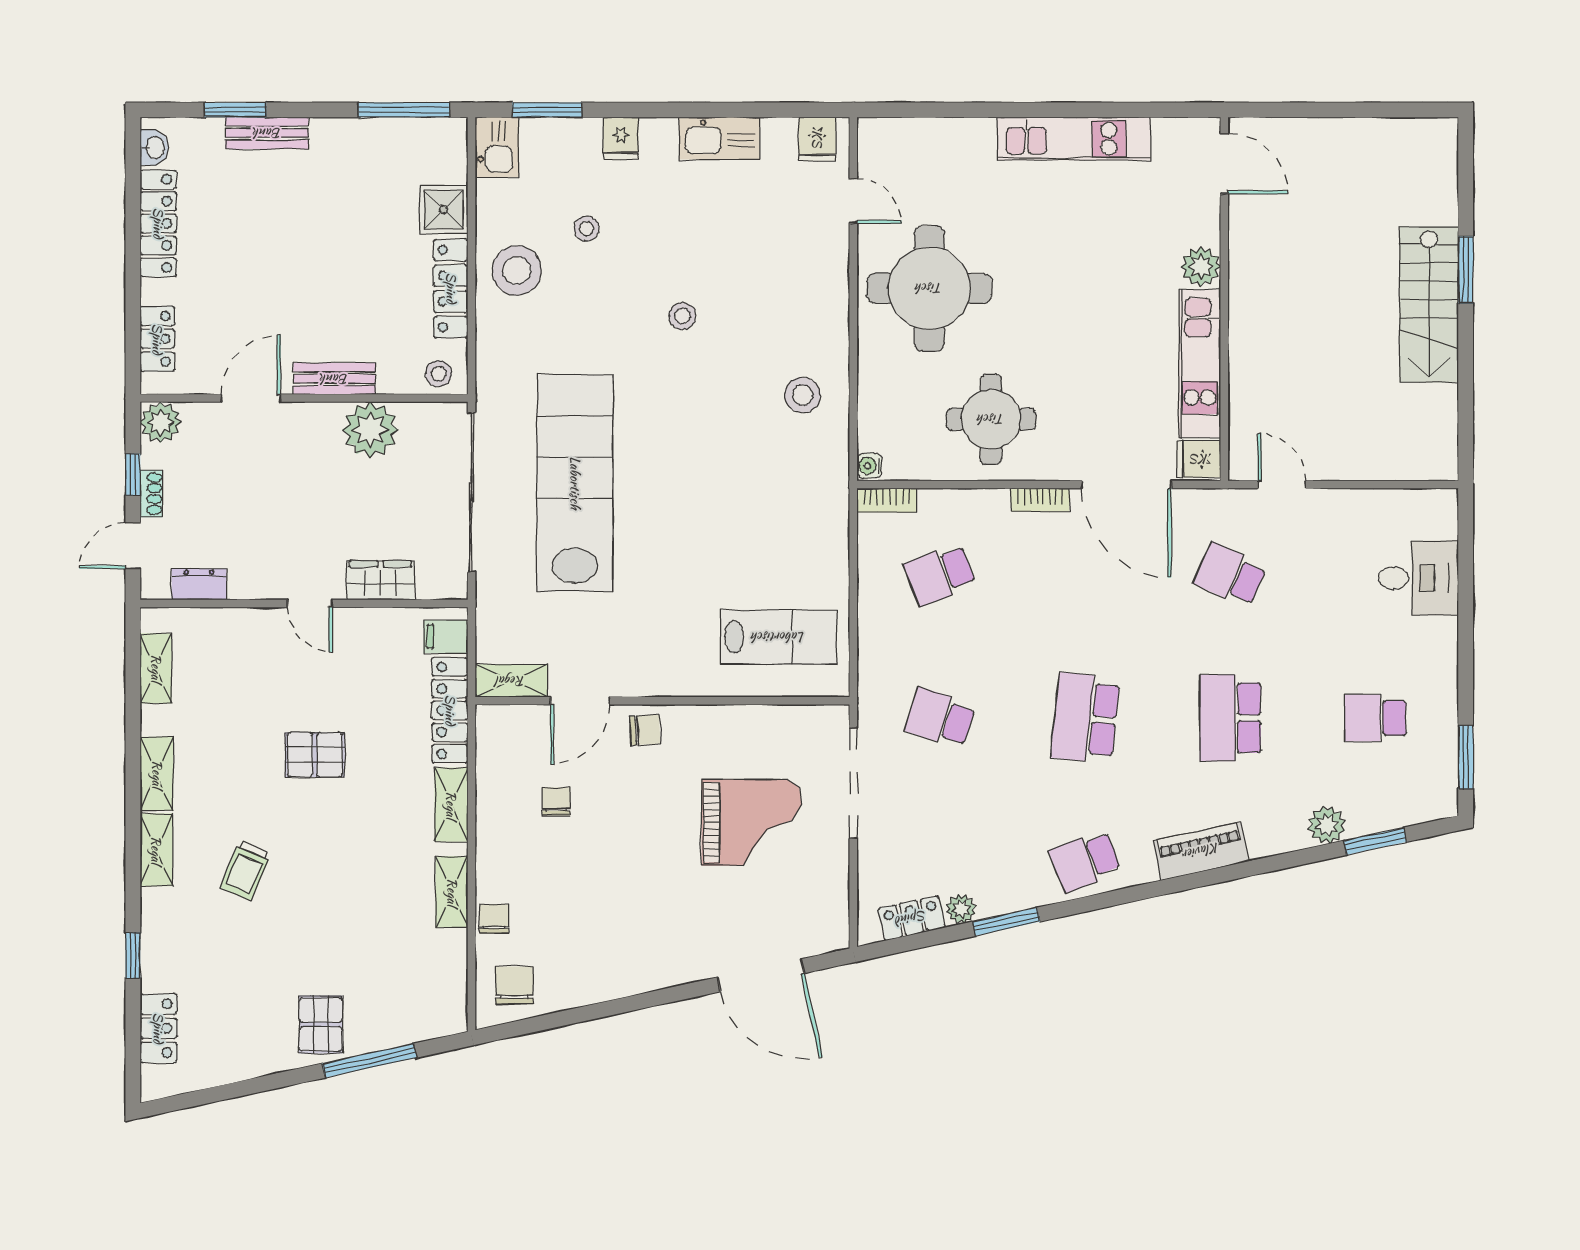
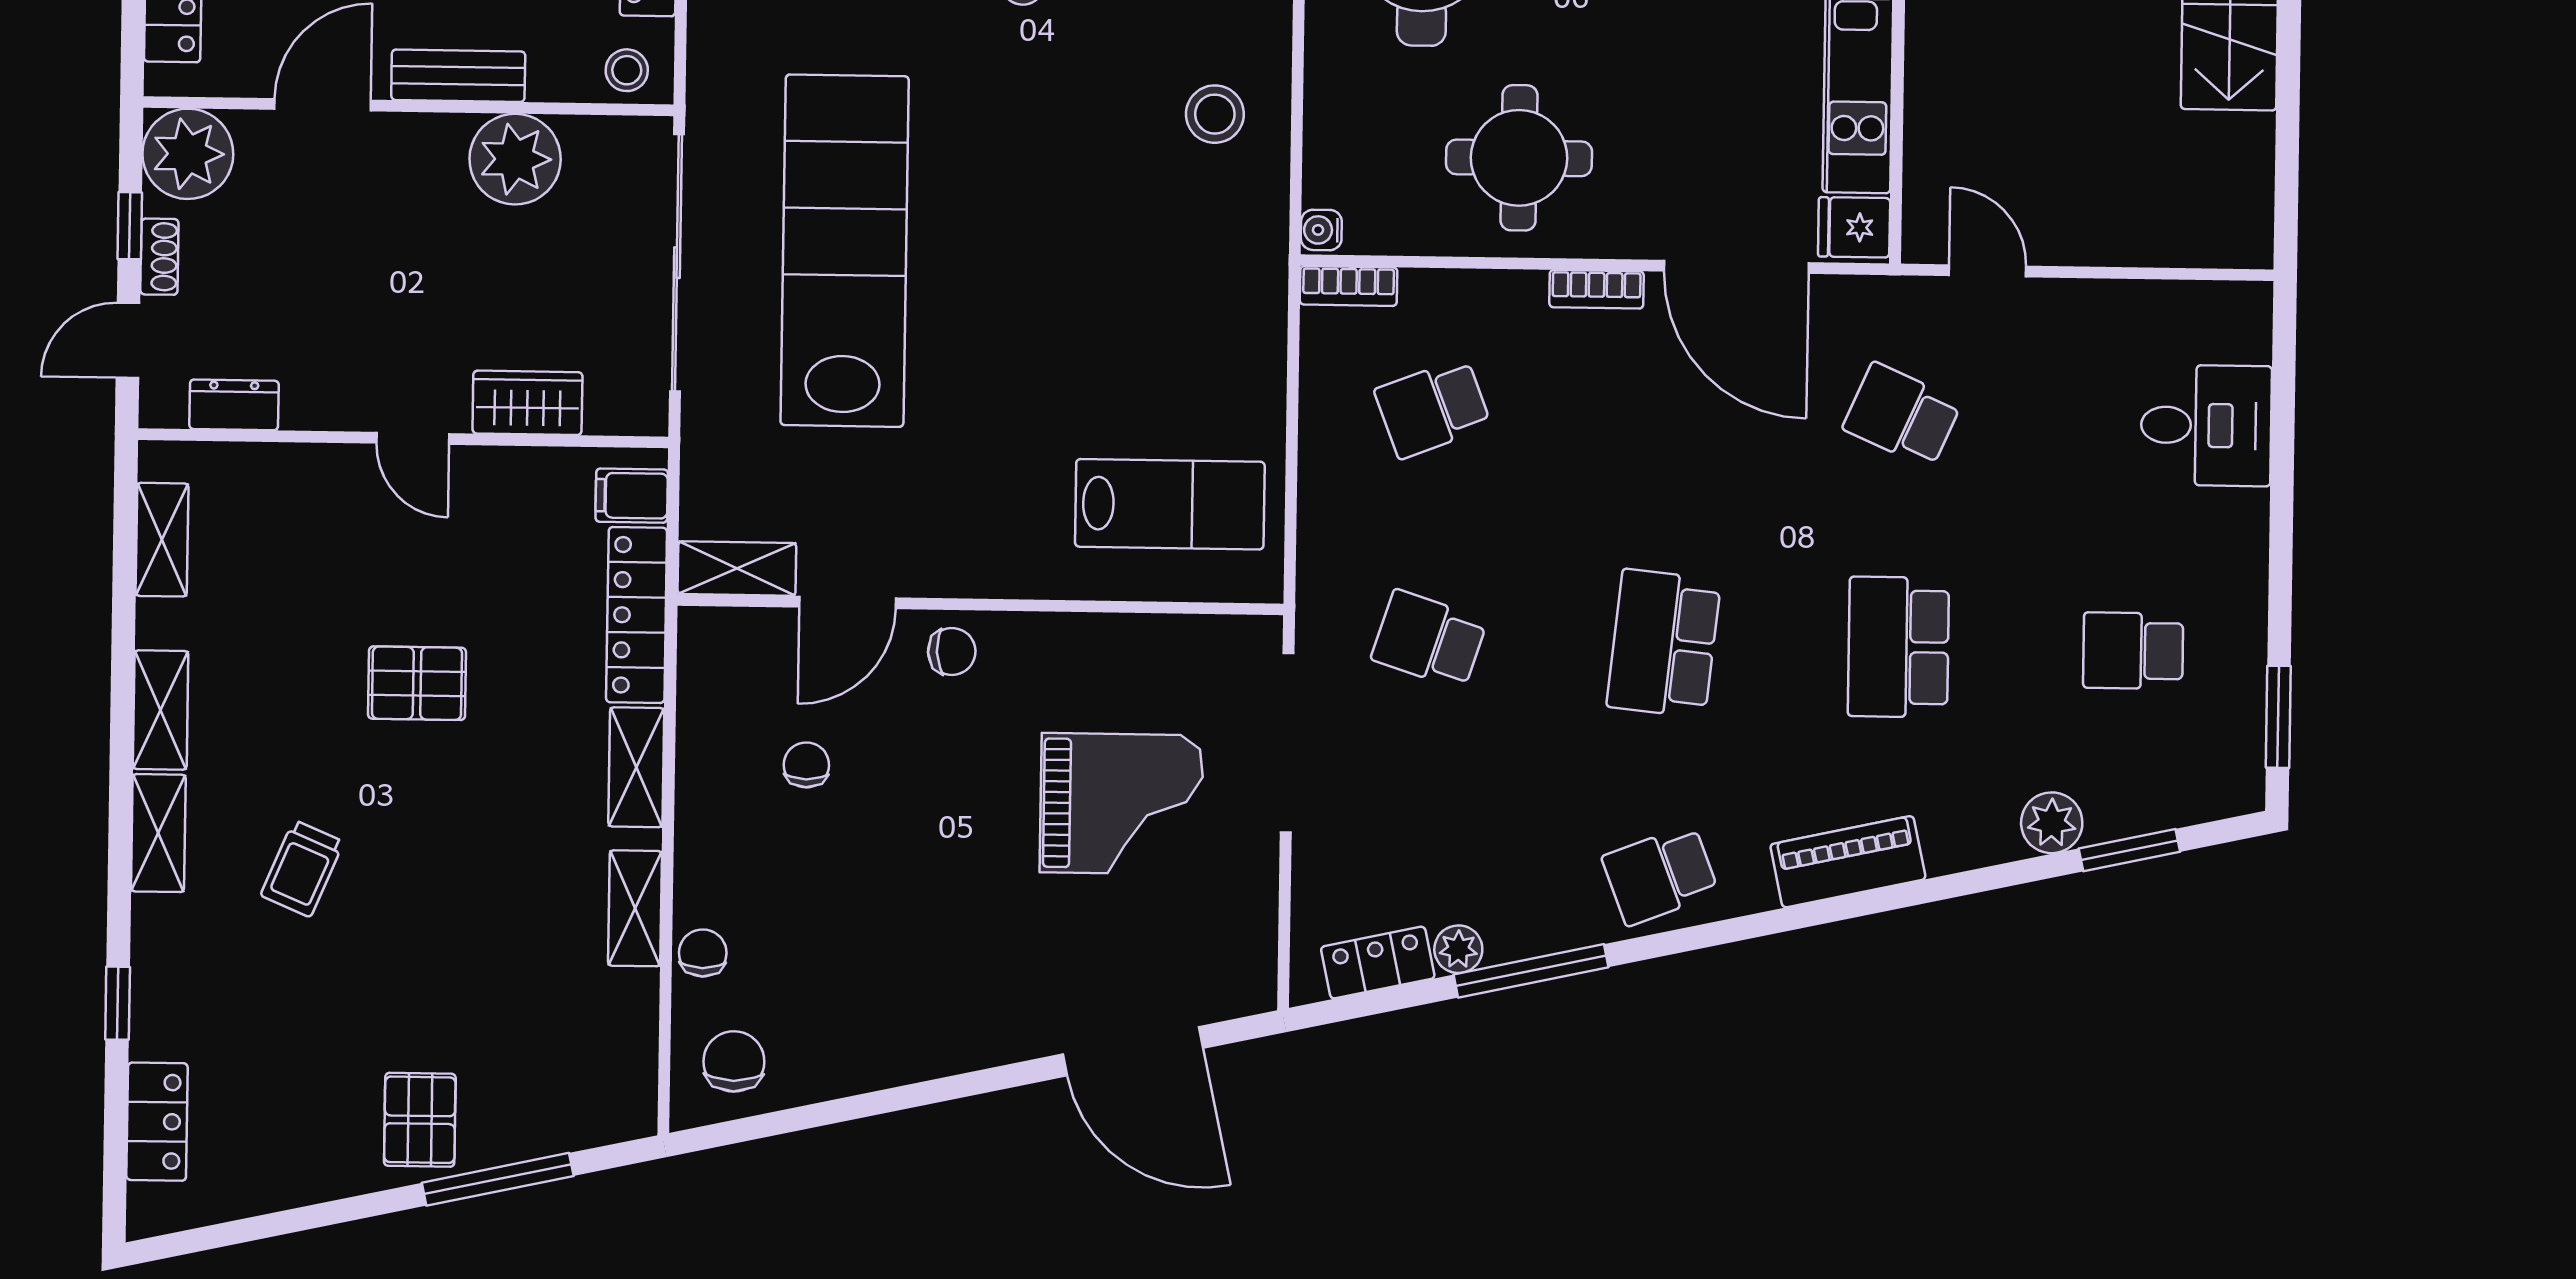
plant: (161, 422) -> (188, 154), width x1.36, depth x1.36
window: (1006, 922) -> (1531, 971), width x1.44

